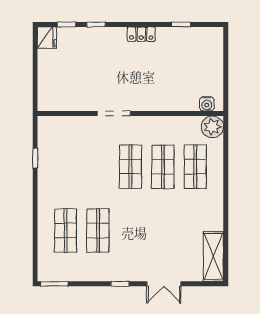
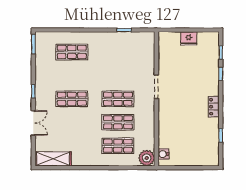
fridge: (47, 38) -> (189, 38), moved
shop shelf: (98, 231) -> (72, 99), moved
double door: (164, 284) -> (33, 123), swing flipped

